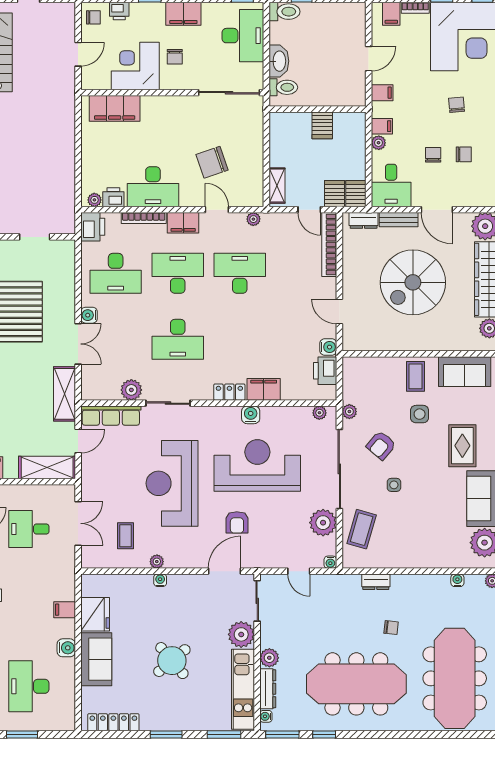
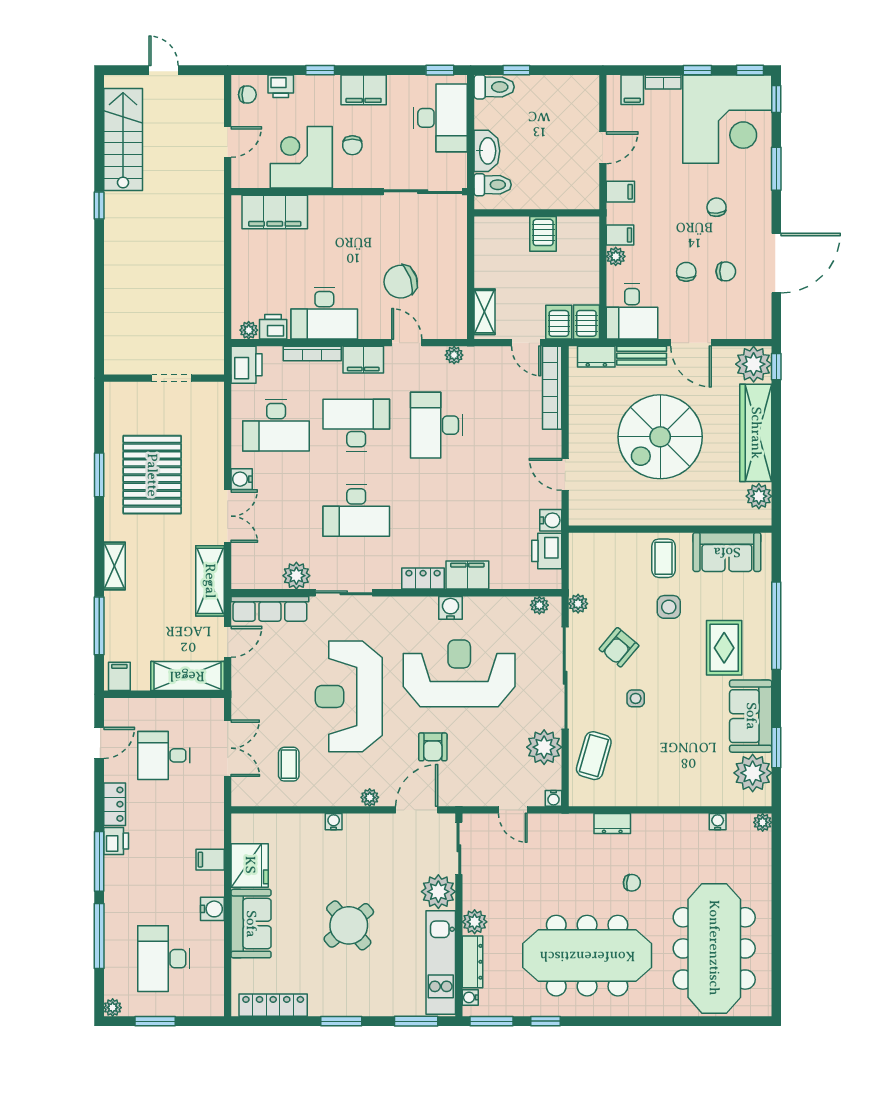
desk: (240, 273) -> (436, 425), turned -90
plant: (157, 562) -> (370, 797), moved

